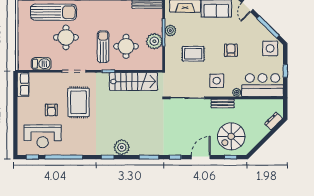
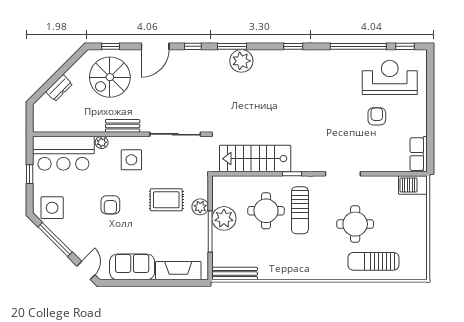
sun lounger: (54, 12) -> (373, 261), width x0.73, depth x0.75
plant: (170, 31) -> (200, 207), moved
barbecue: (41, 64) -> (413, 185), moved
rug: (79, 102) -> (336, 128), removed
dresser: (274, 121) -> (59, 88), moved
spiral stairs: (231, 136) -> (110, 77), turned 180
plant: (122, 147) -> (241, 61), moved

